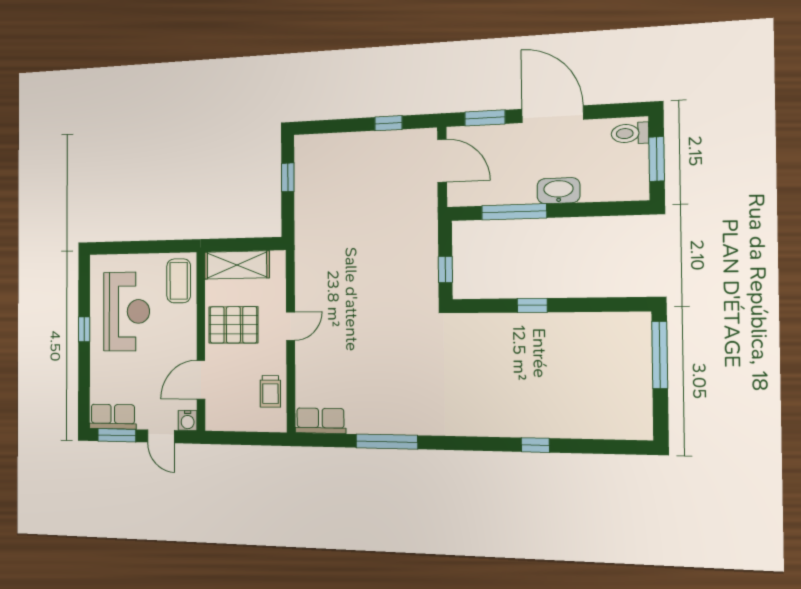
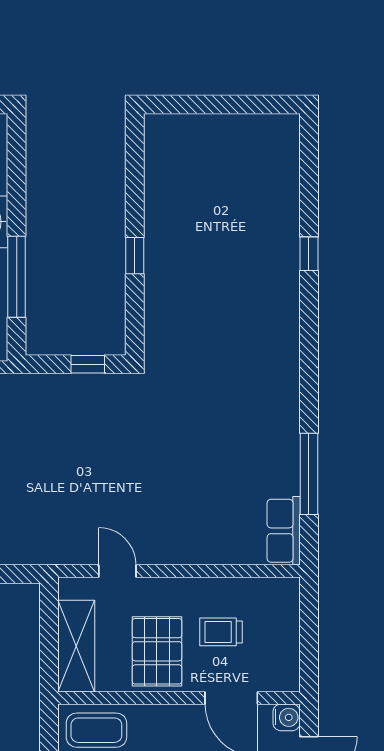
door: (291, 326) -> (117, 571), moved
window: (660, 355) -> (197, 104), removed
trolley: (270, 391) -> (221, 632), moved, turned 180
window: (387, 442) -> (309, 474), moved

